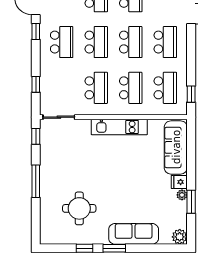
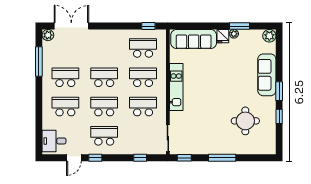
school desk: (165, 42) -> (104, 48), removed

